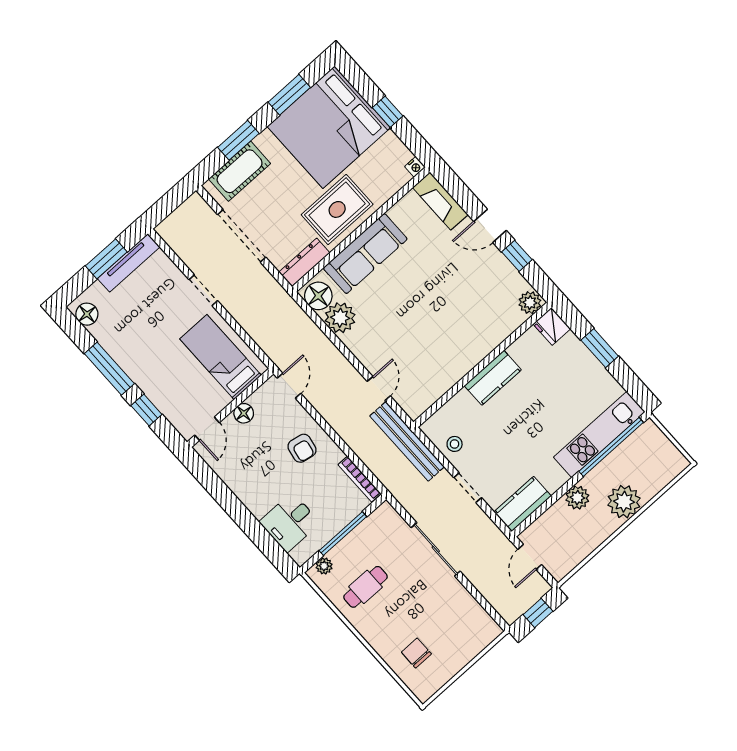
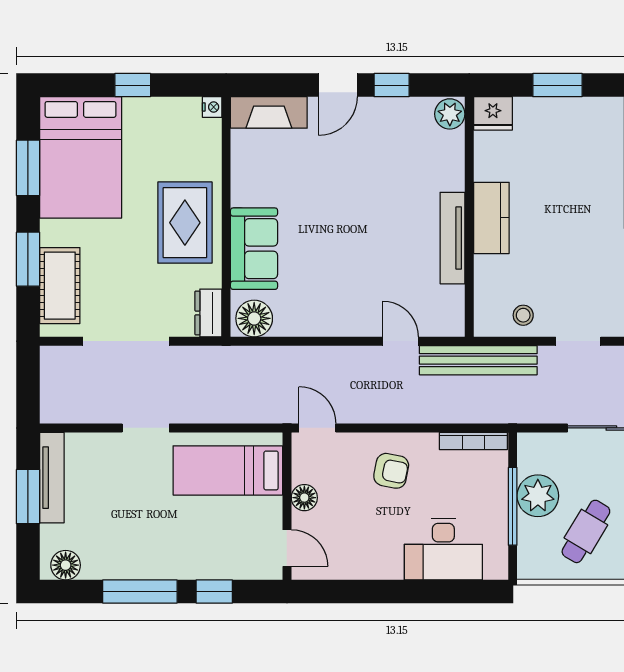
bed: (329, 127) -> (81, 157), width x0.73
sofa: (365, 254) -> (254, 249), width x0.73
dresser: (304, 262) -> (208, 313), width x0.70
plant: (340, 318) -> (295, 316), removed
tv unit: (462, 366) -> (452, 238), added
desk: (290, 522) -> (443, 549), width x1.37
plant: (324, 566) -> (538, 496), moved, width x1.88, depth x1.88
cafe table: (365, 587) -> (586, 531), turned 31

